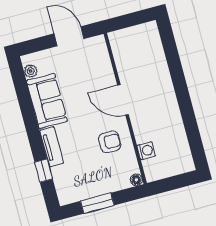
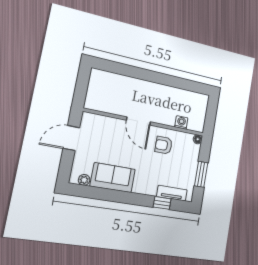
door: (123, 100) -> (138, 121), hinge flipped
armchair: (110, 142) -> (164, 145), turned -90
tv unit: (52, 147) -> (172, 193), moved

